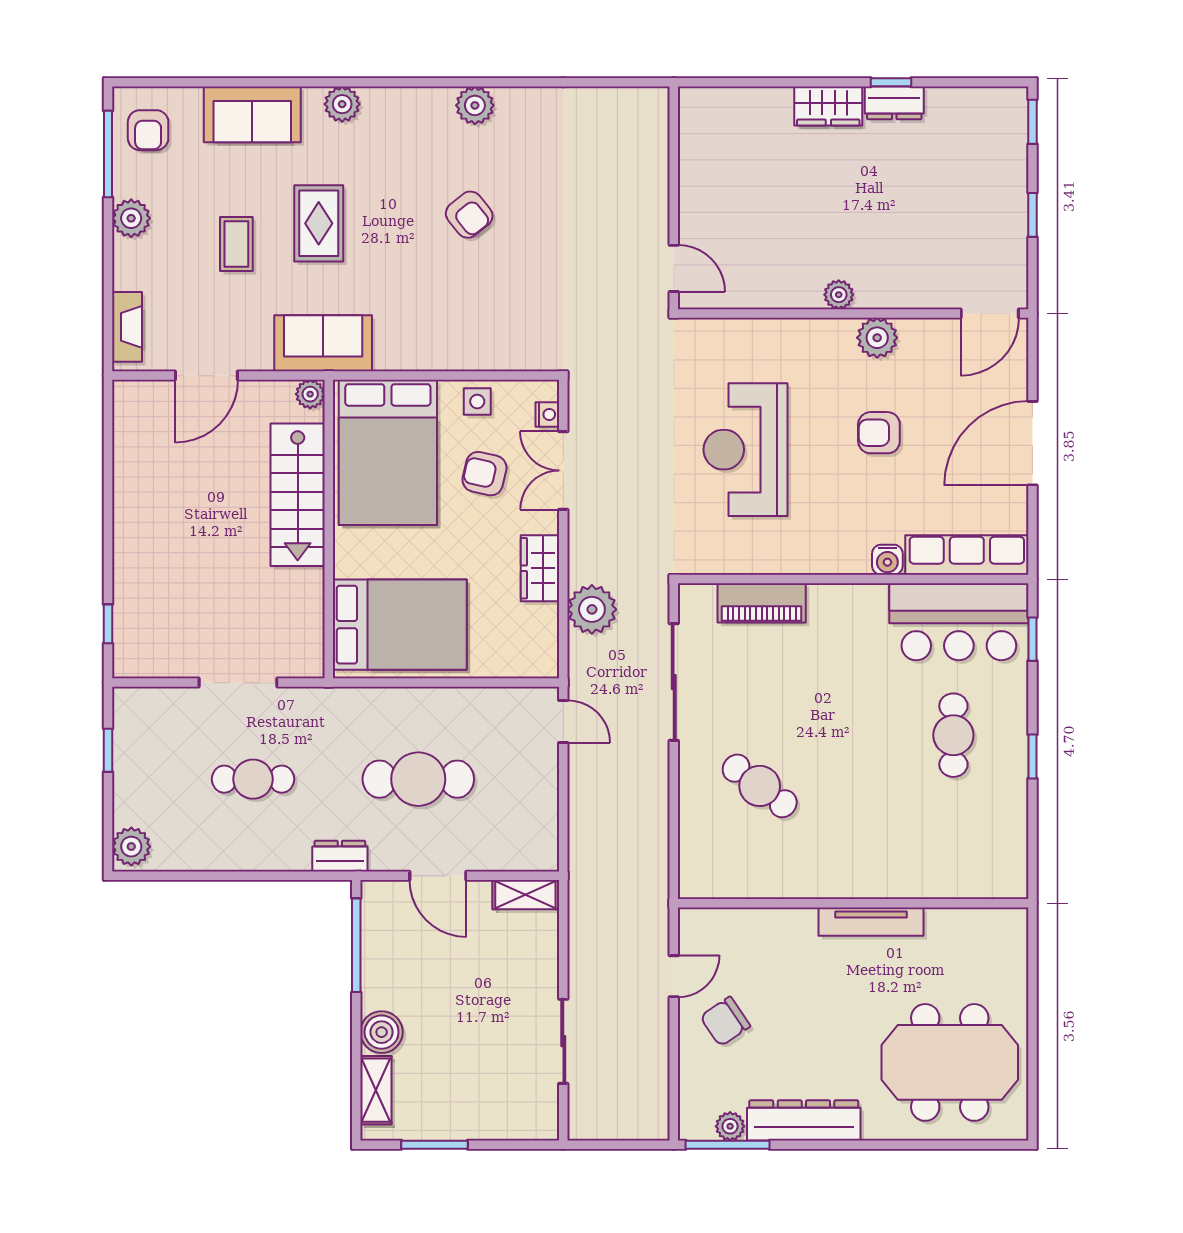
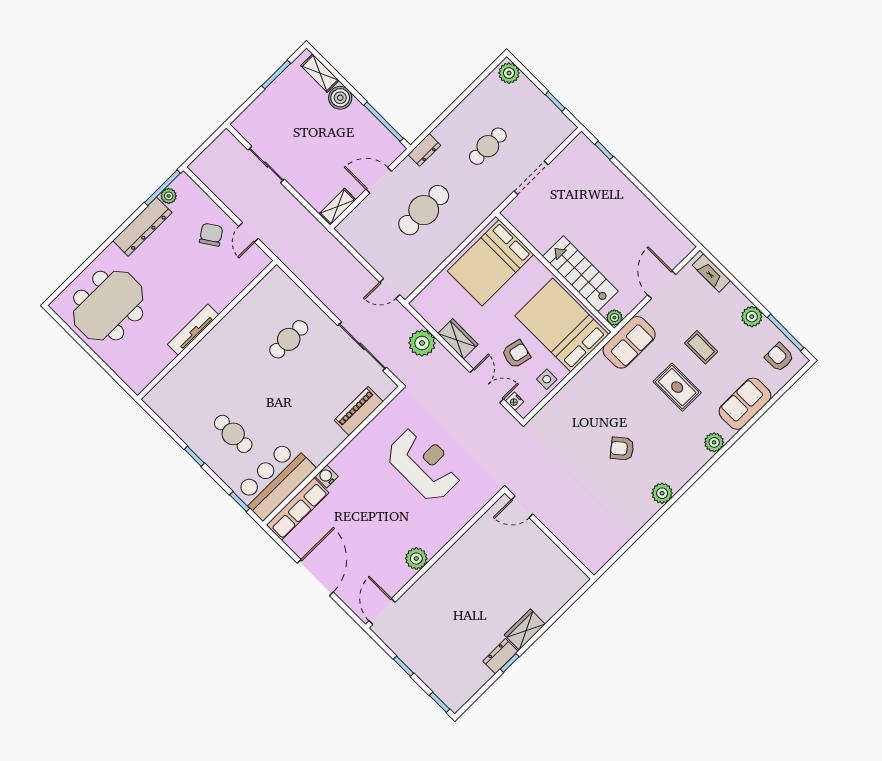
plant: (839, 295) -> (448, 560), removed
armchair: (879, 433) -> (379, 522), removed
cafe table: (760, 786) -> (289, 339), turned -37

